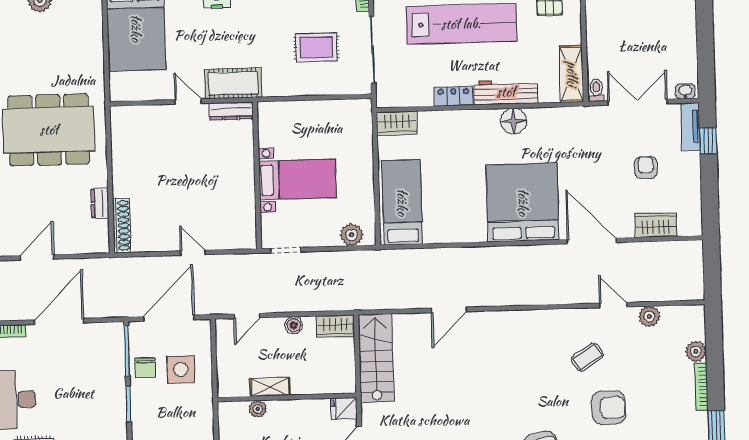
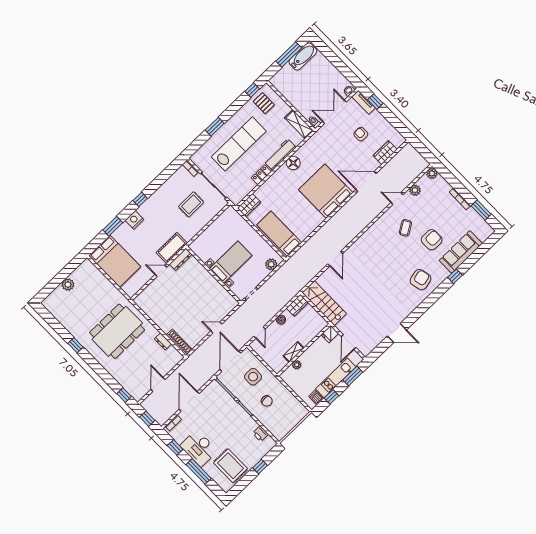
plant: (696, 351) -> (432, 173), moved
chair: (145, 368) -> (267, 401), moved

